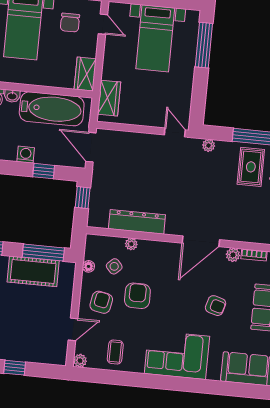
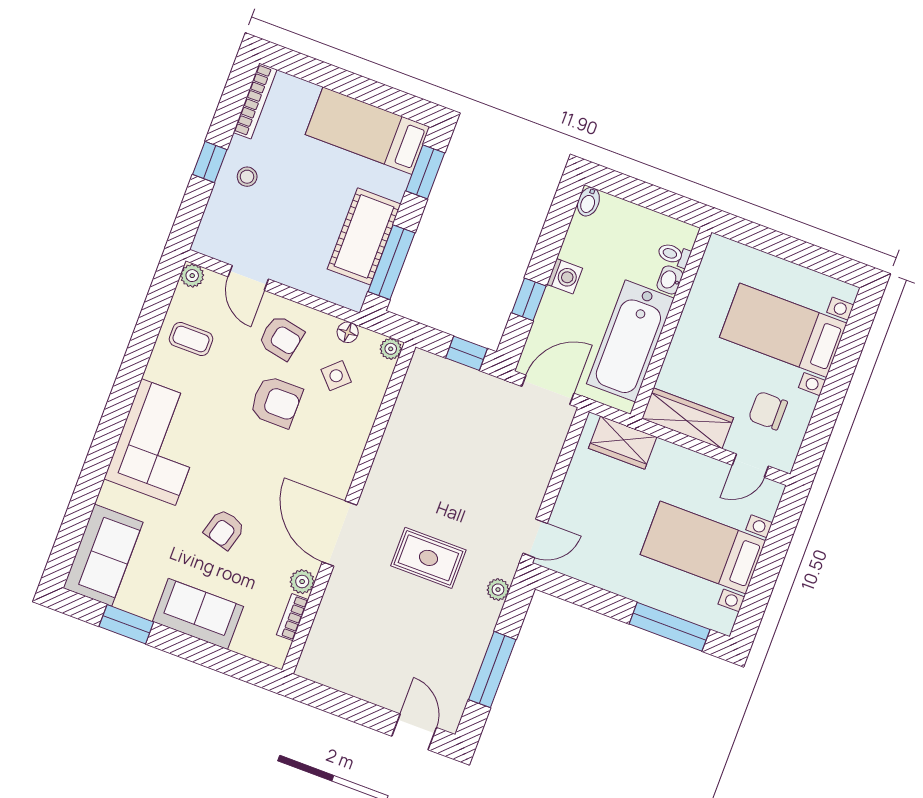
wardrobe: (85, 74) -> (688, 418), width x1.50
rug: (251, 167) -> (428, 558), moved
dresser: (137, 222) -> (401, 434), removed
plant: (131, 244) -> (391, 349), moved
stool: (17, 345) -> (247, 177), added

